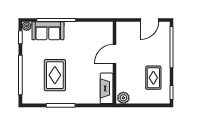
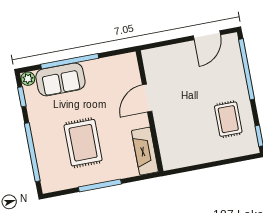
door: (115, 54) -> (147, 98), moved
wall: (115, 63) -> (150, 111), moved
fireplace: (107, 88) -> (145, 151), moved
plant: (123, 98) -> (190, 157), removed

